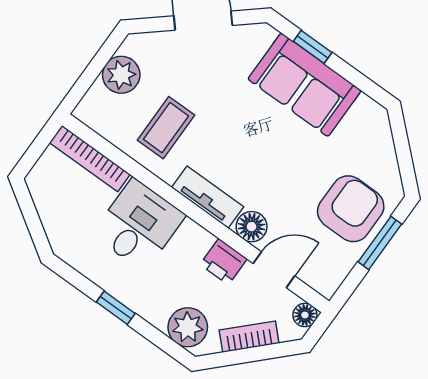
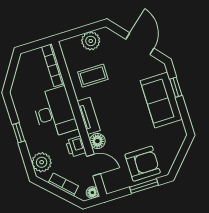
desk: (139, 225) -> (55, 112), width x1.37

